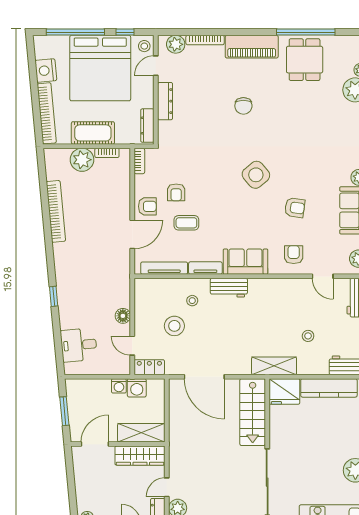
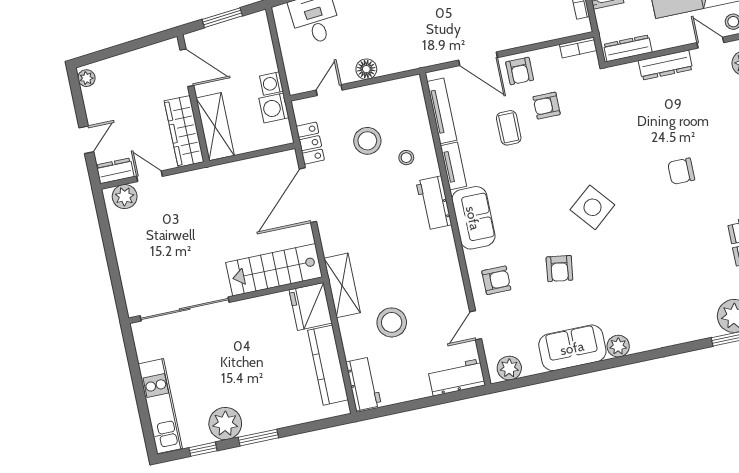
stool: (308, 336) -> (392, 322), width x1.89, depth x1.89
locker: (149, 367) -> (310, 143), moved

